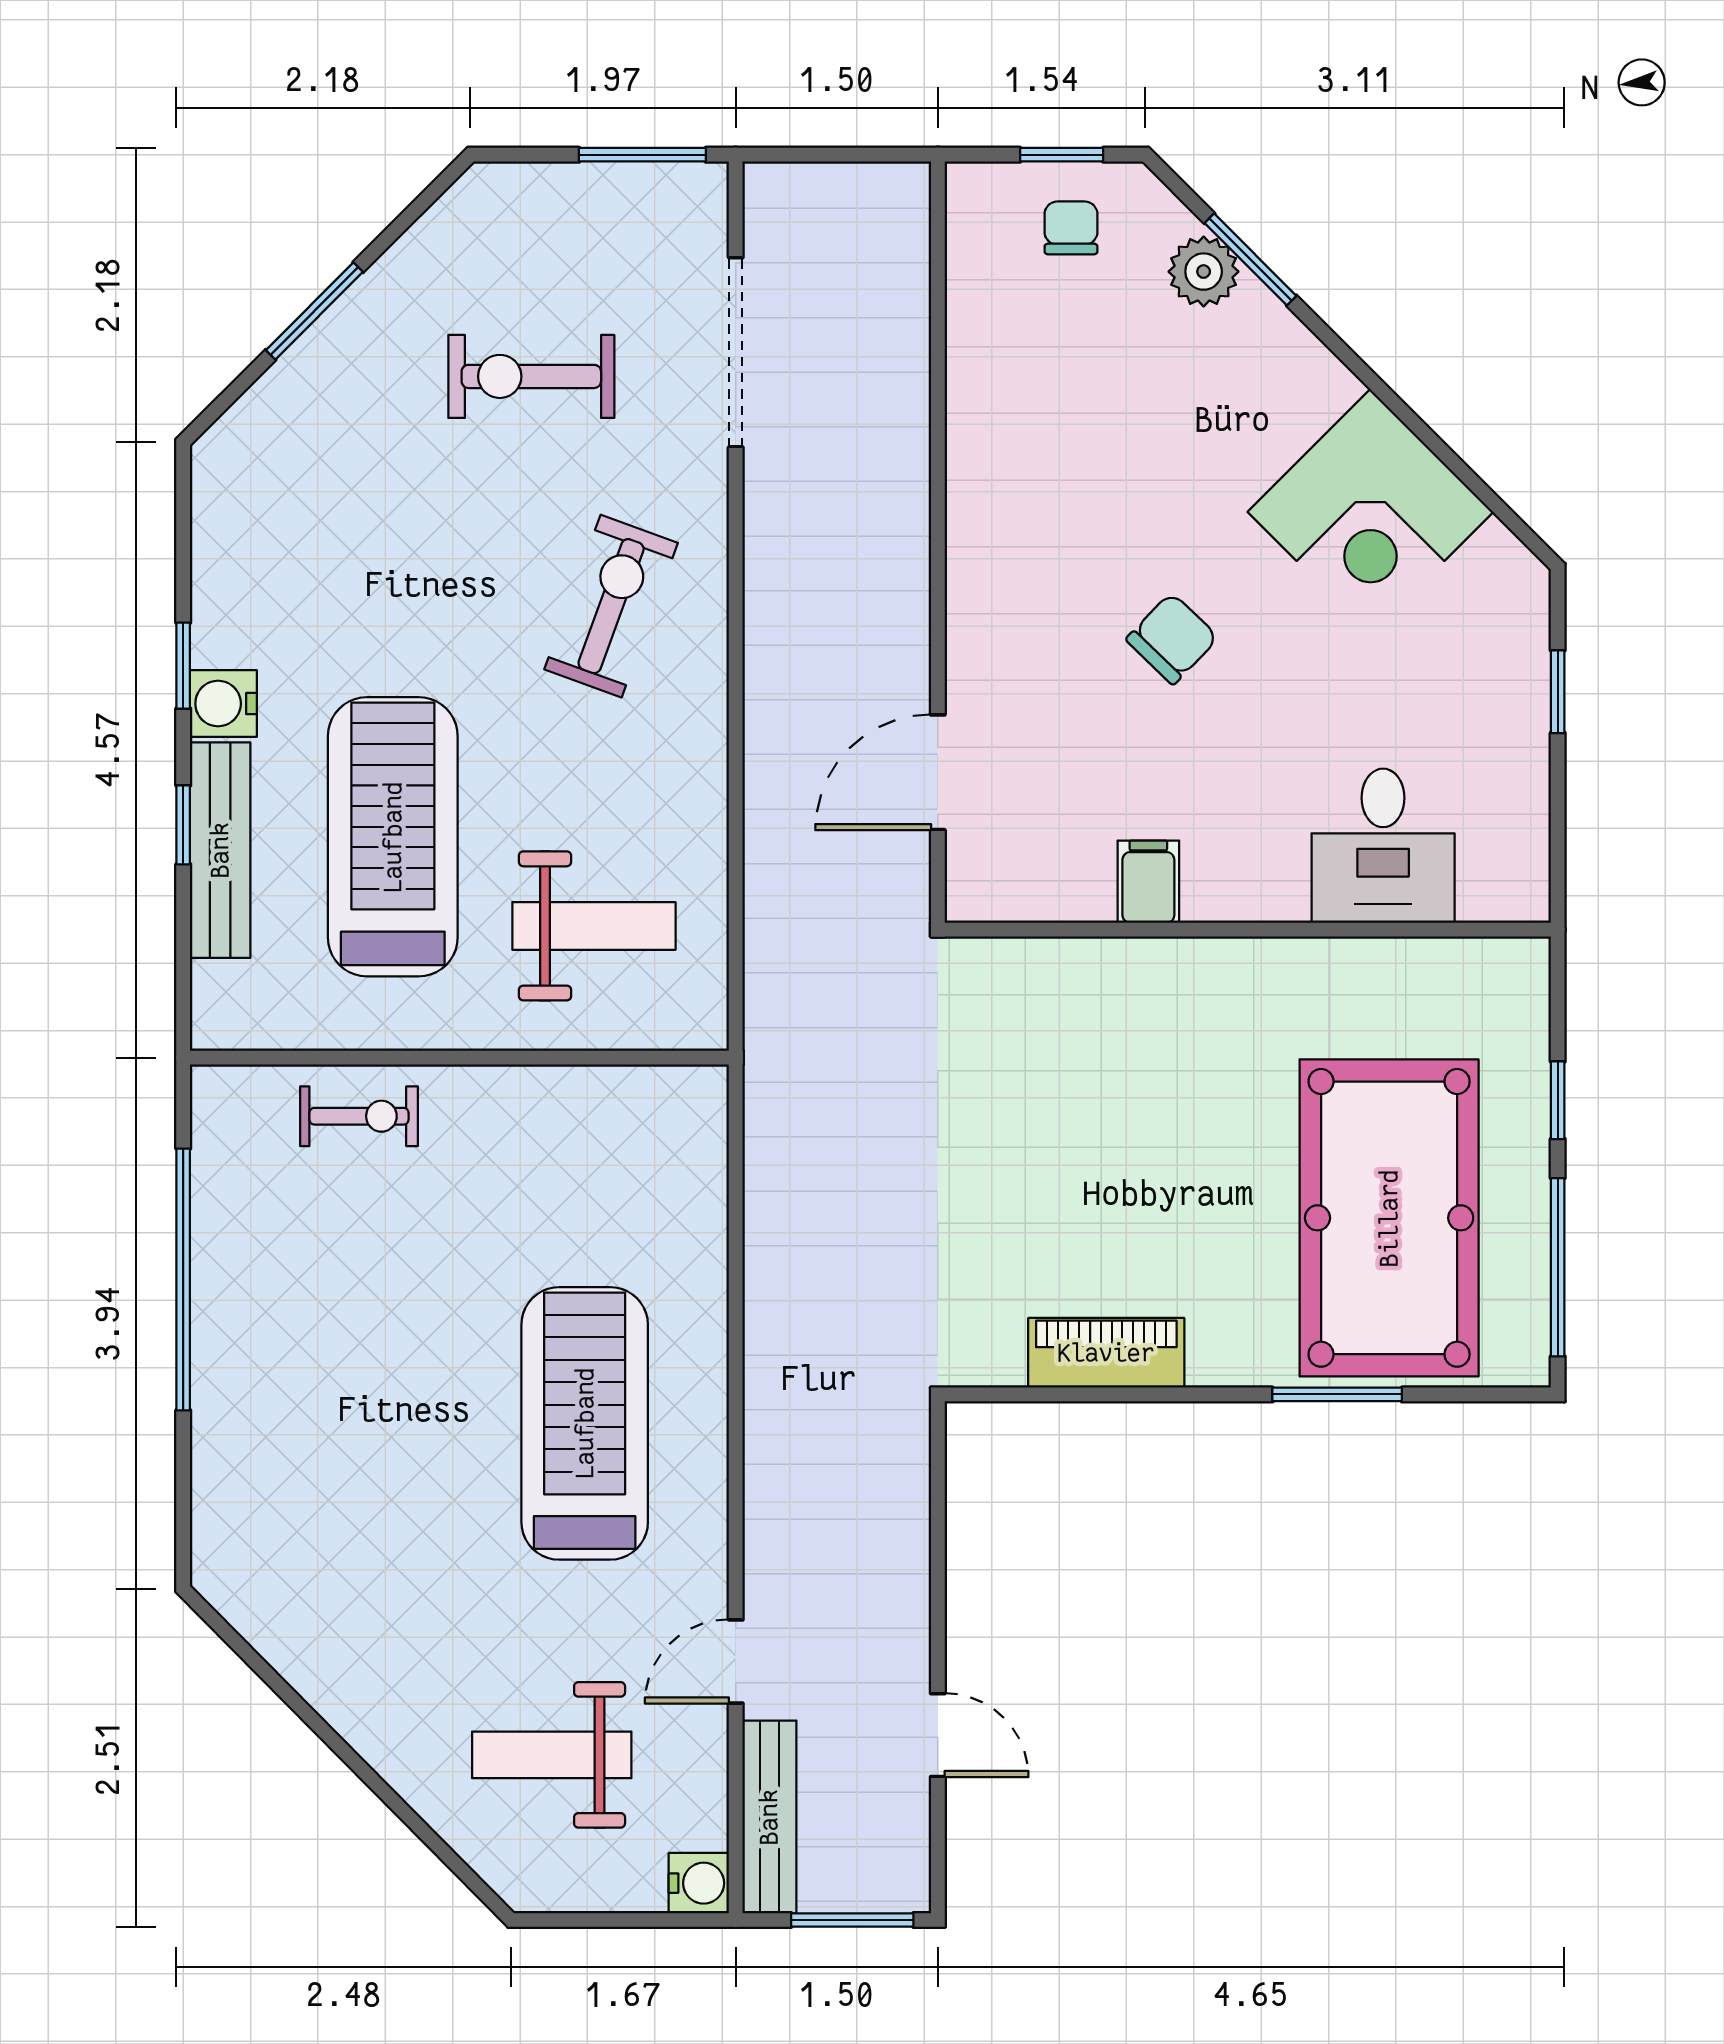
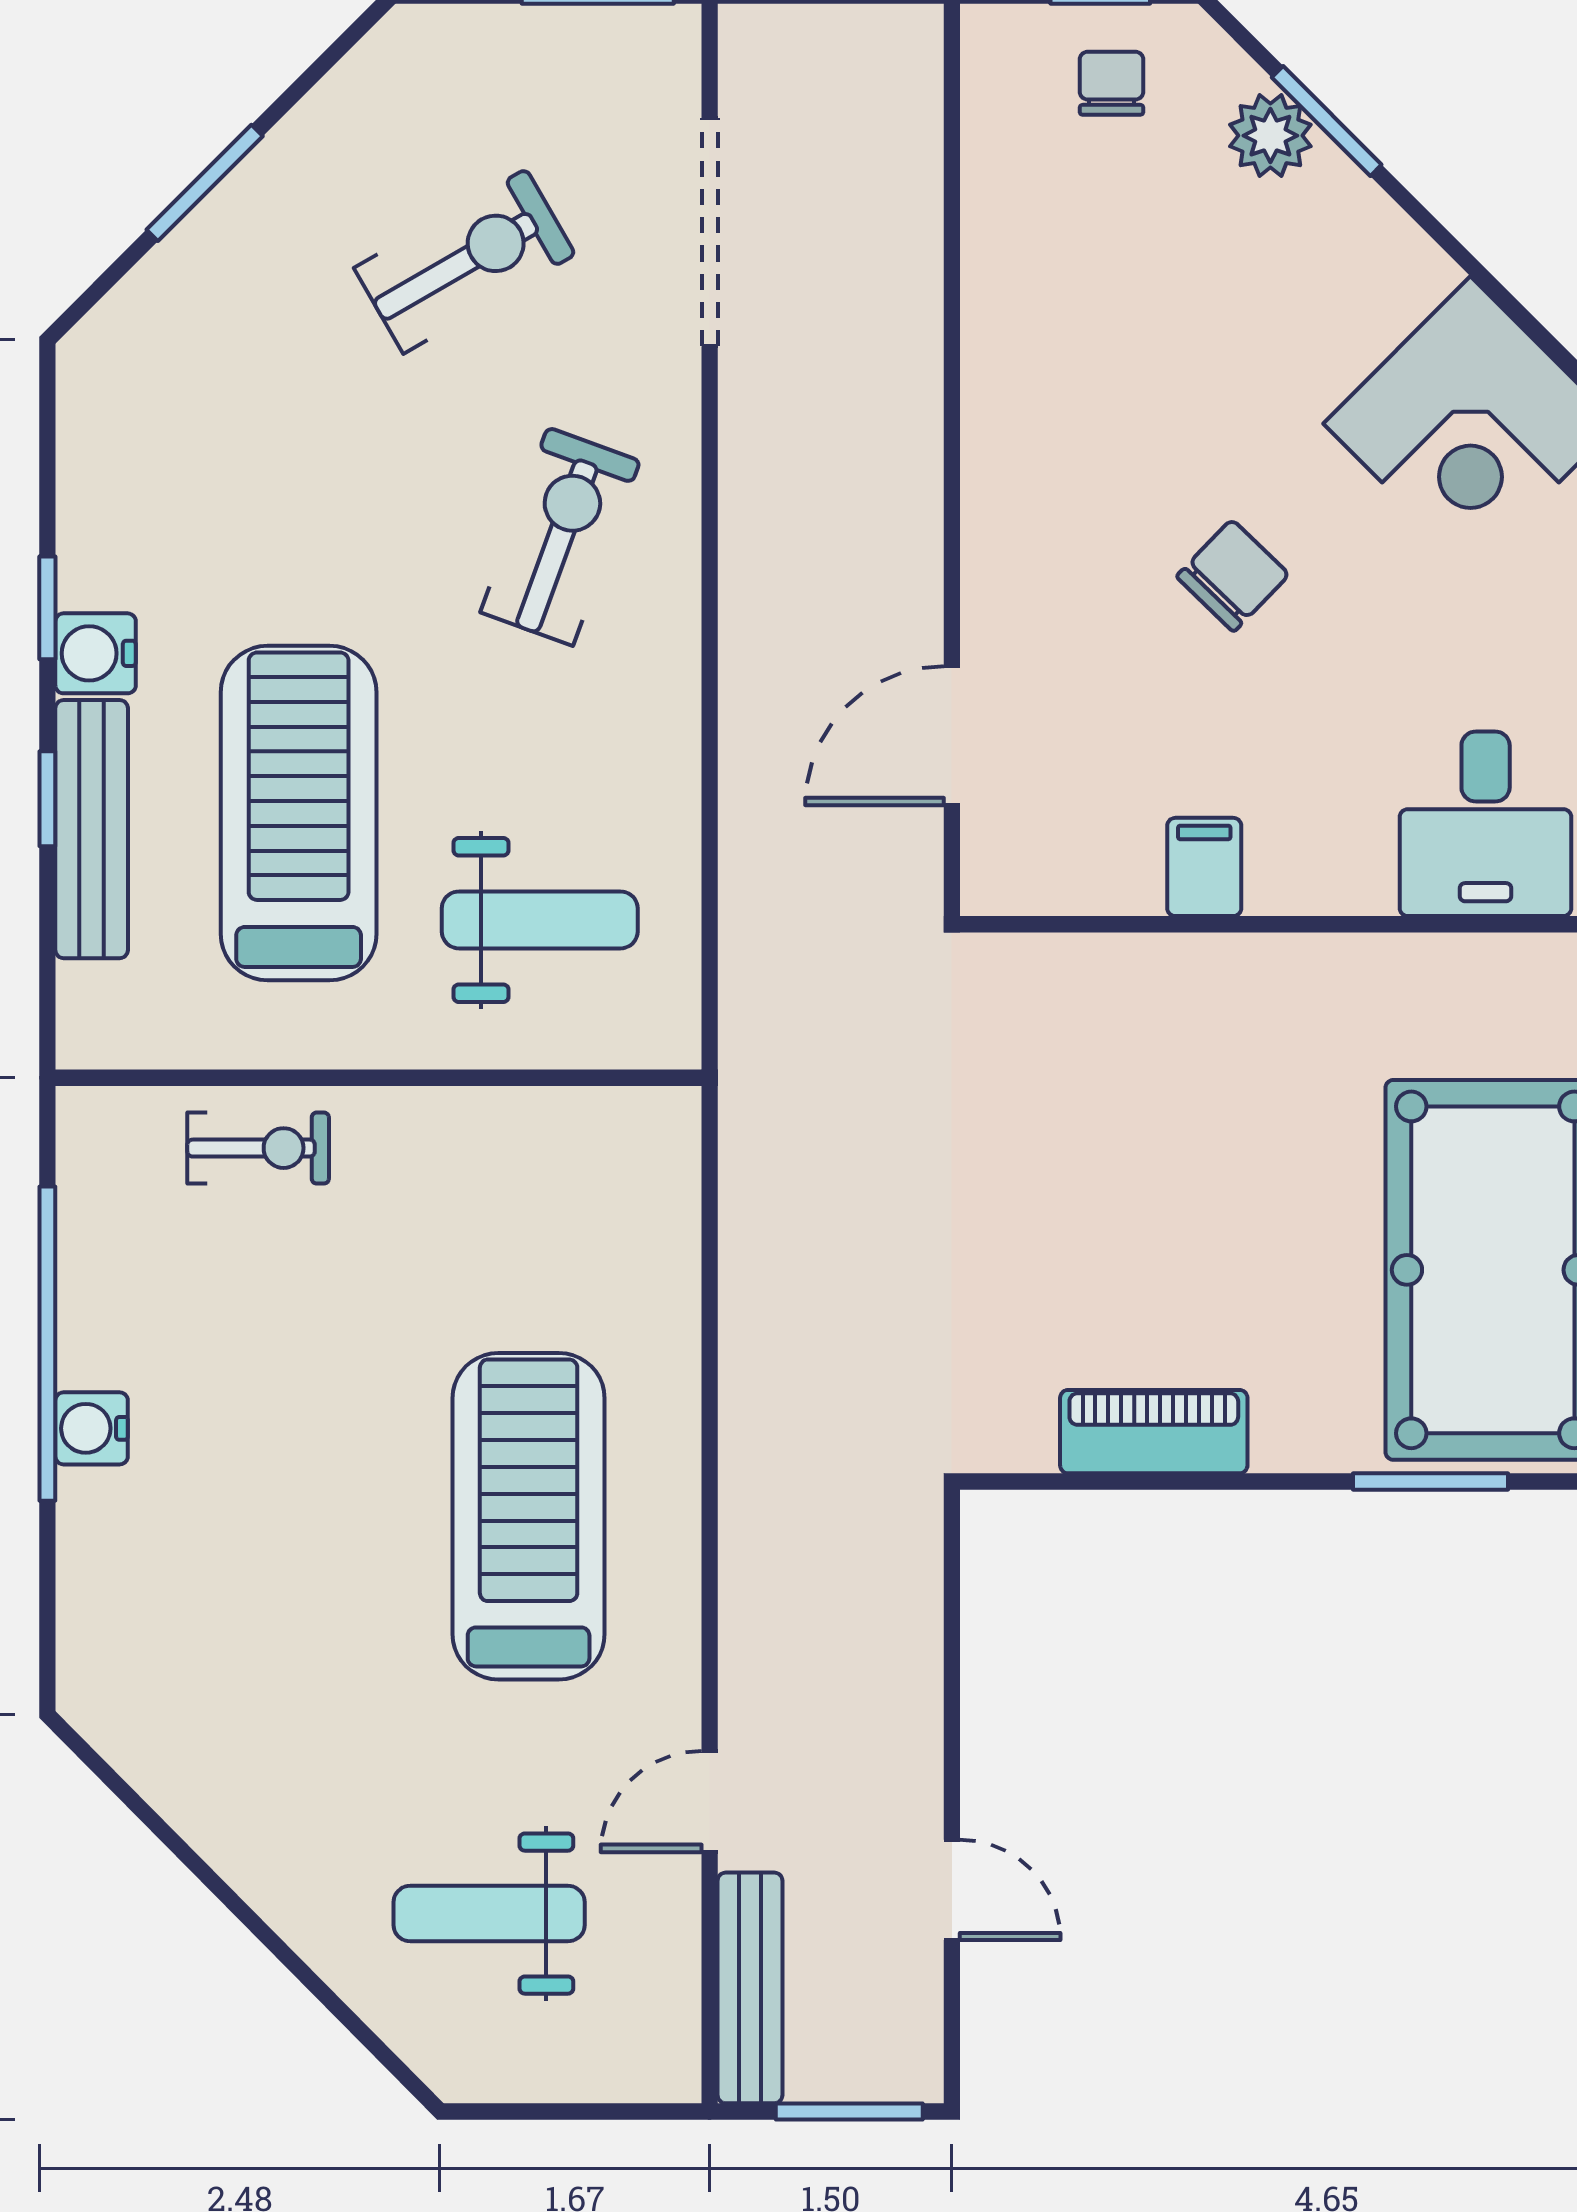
exercise bike: (531, 376) -> (465, 261), turned 150
water cooler: (699, 1883) -> (92, 1428), moved, turned 180

